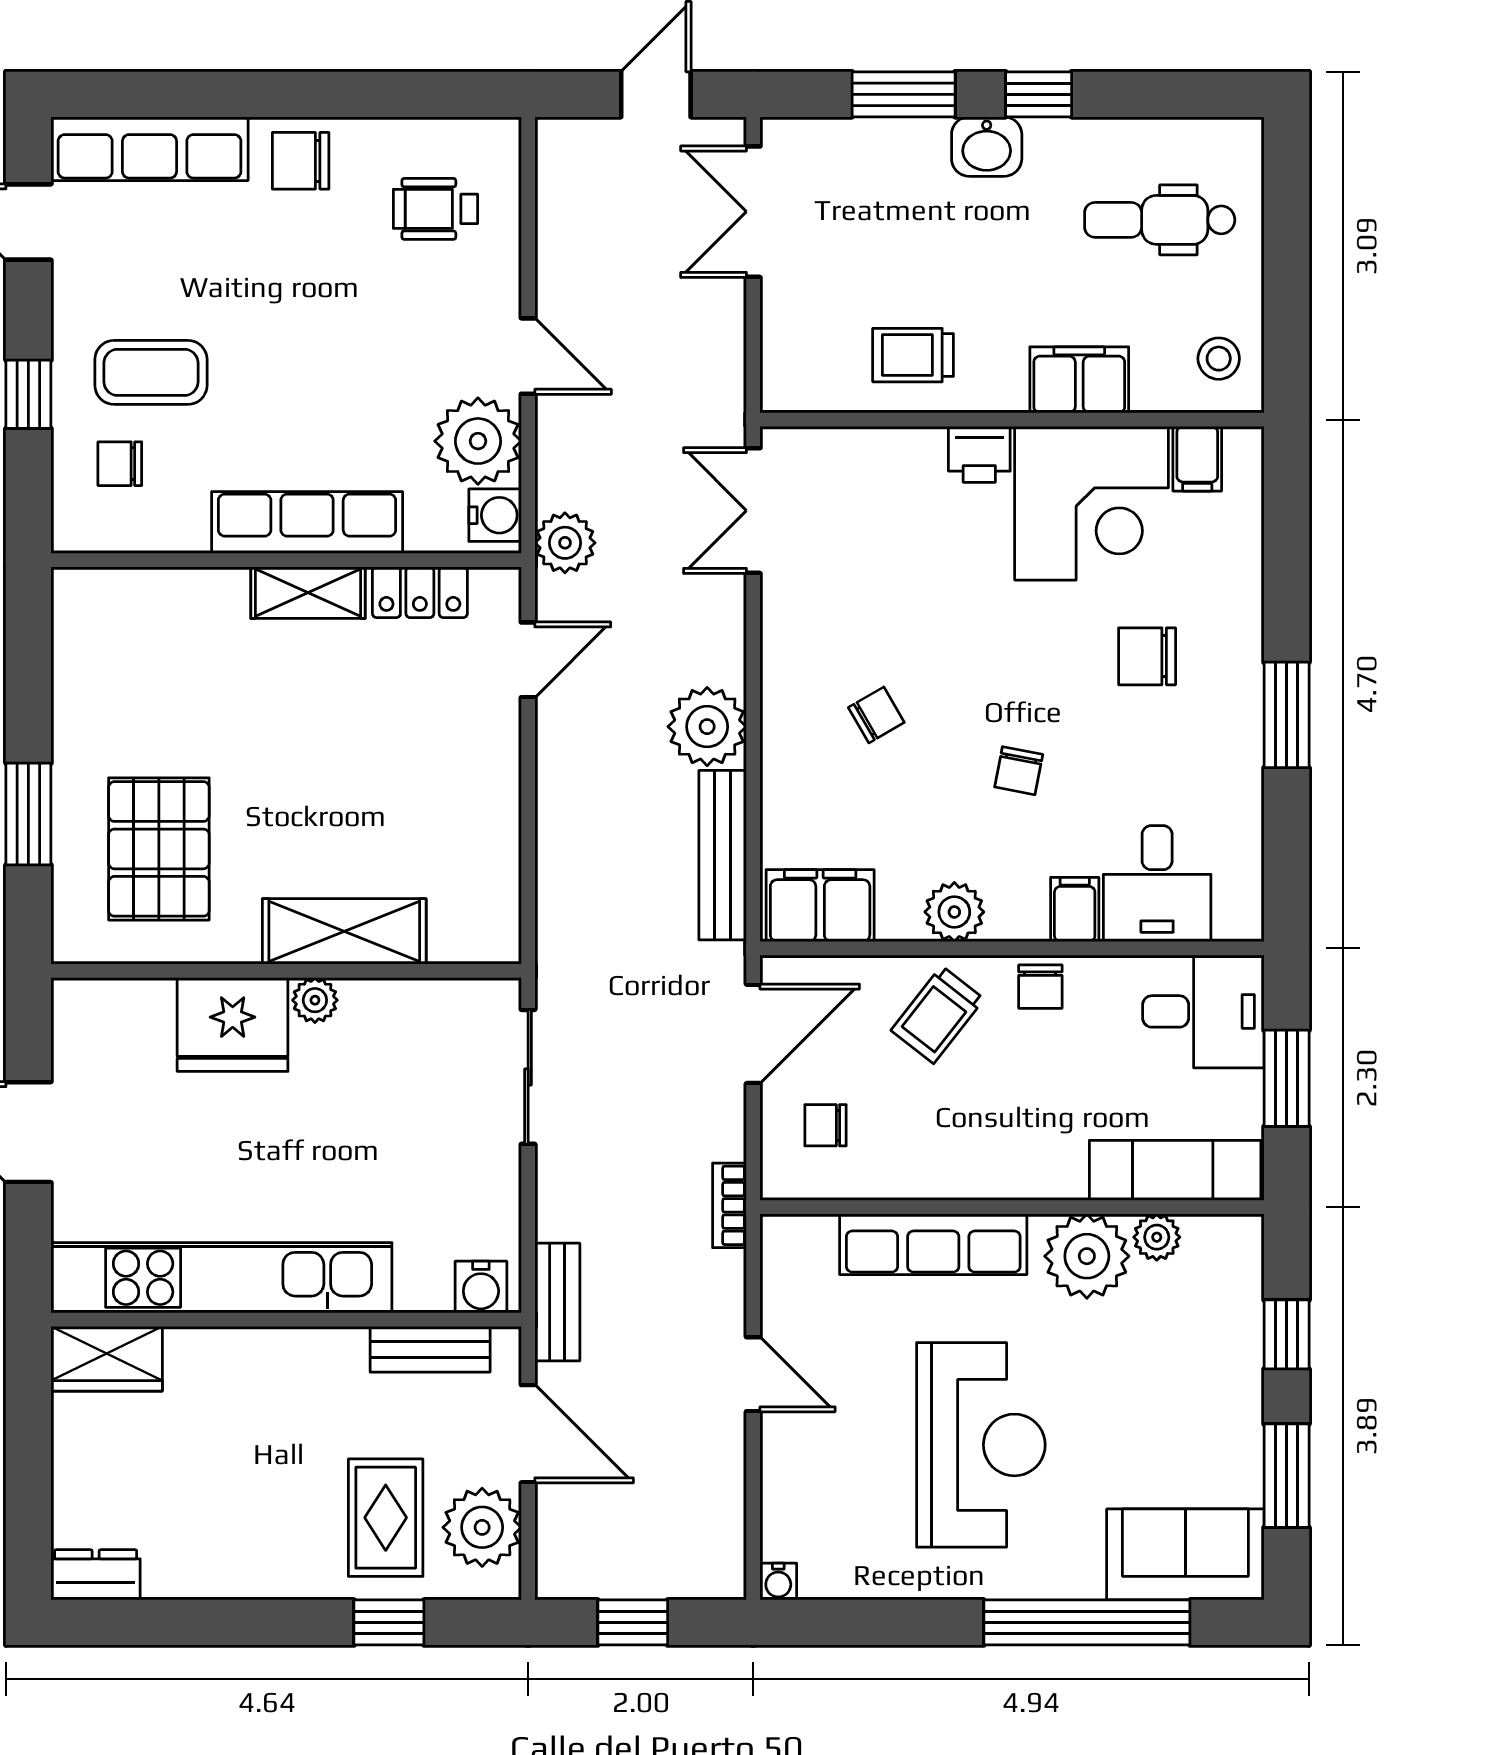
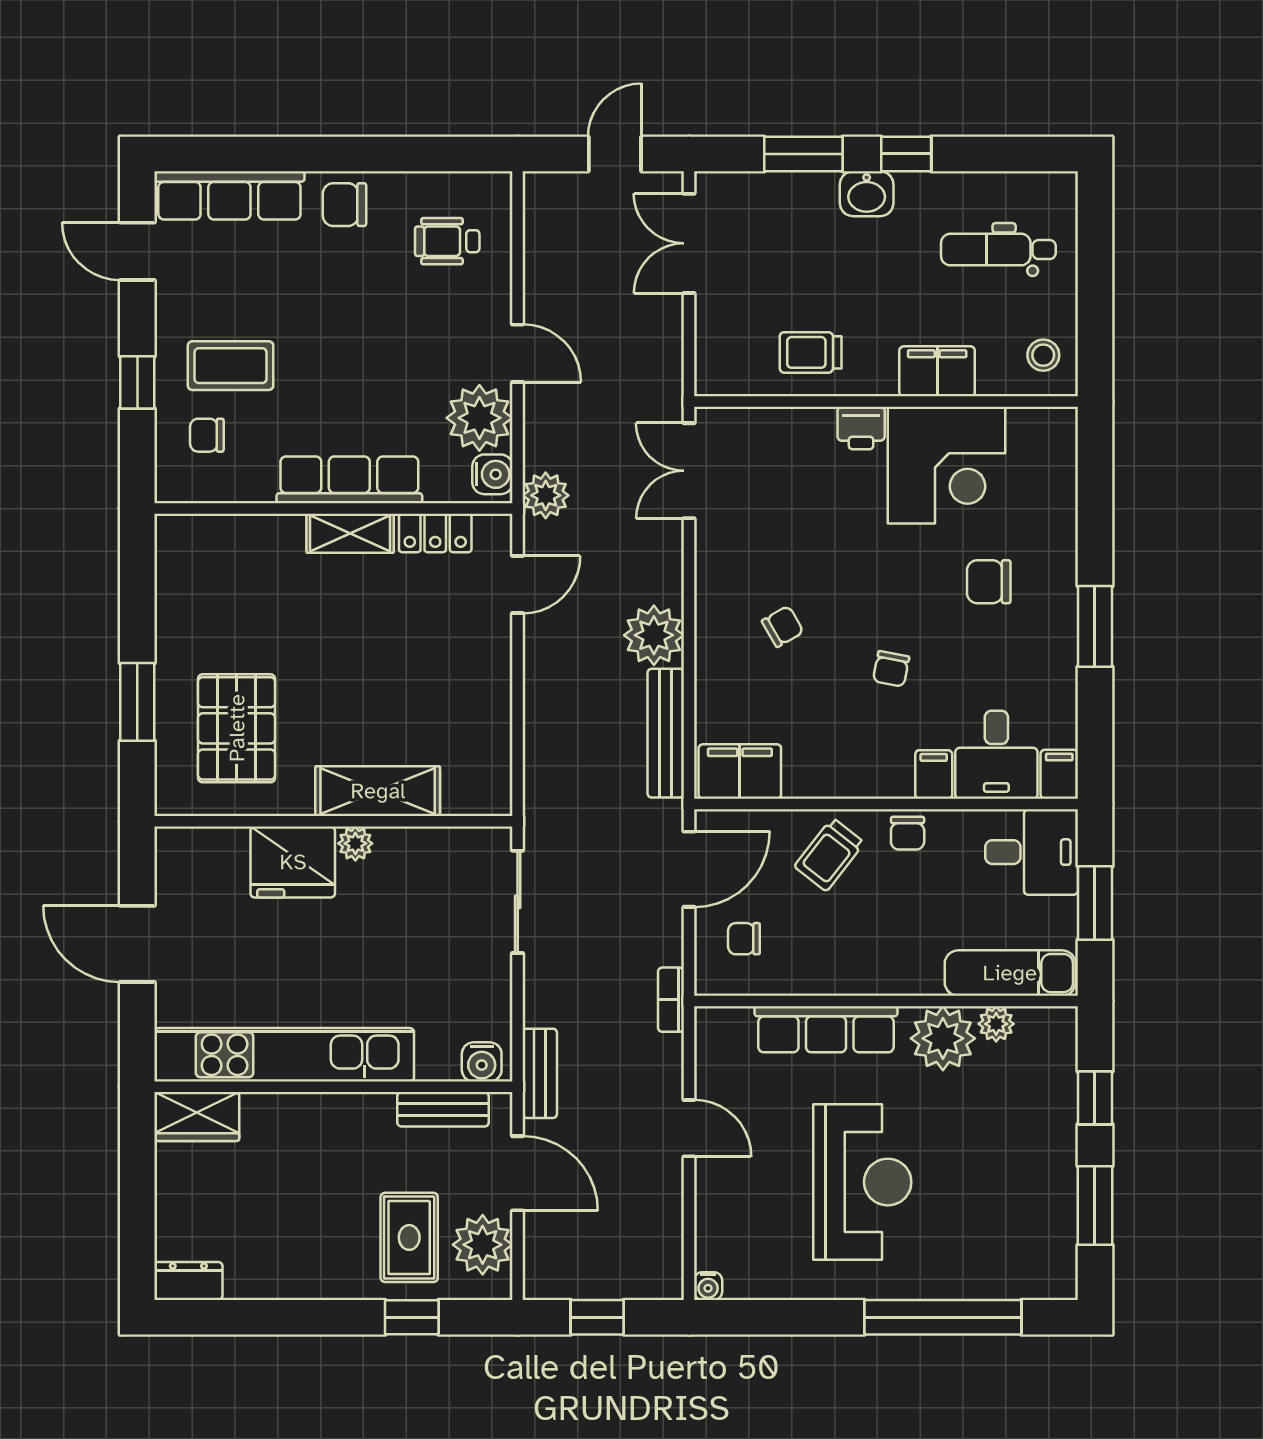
filing cabinet: (1197, 459) -> (1059, 774), moved, turned 180
plant: (954, 912) -> (842, 776), removed
sofa: (1185, 1554) -> (1018, 1265), removed

